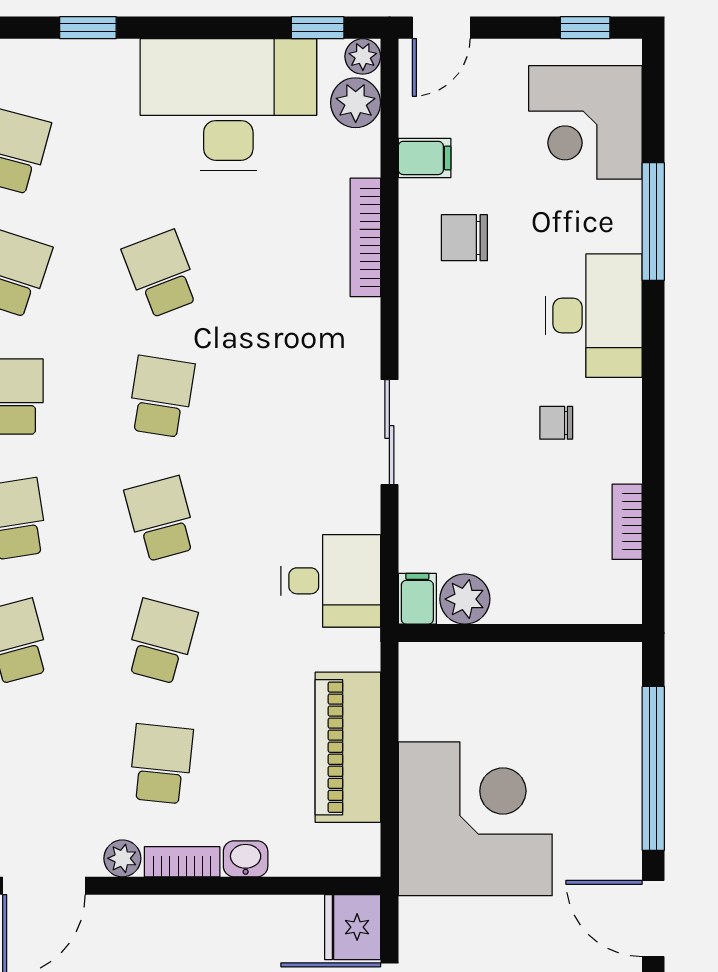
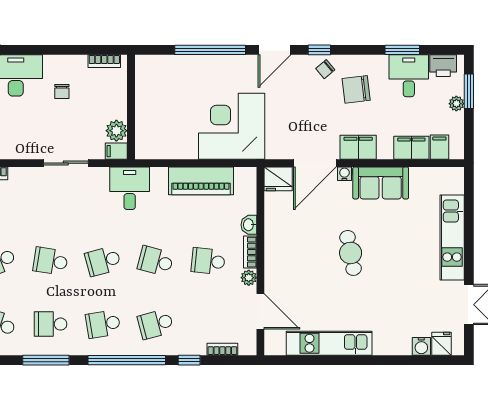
filing cabinet: (417, 599) -> (116, 151), moved
plant: (465, 599) -> (116, 131), moved
wall: (520, 633) -> (131, 107), moved

